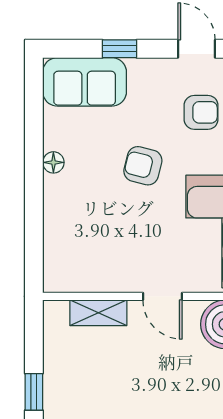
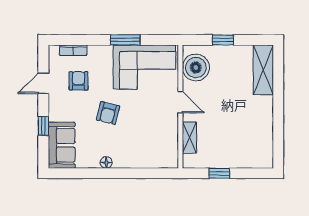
door: (162, 296) -> (180, 102), hinge flipped
window: (34, 392) -> (219, 173), moved

